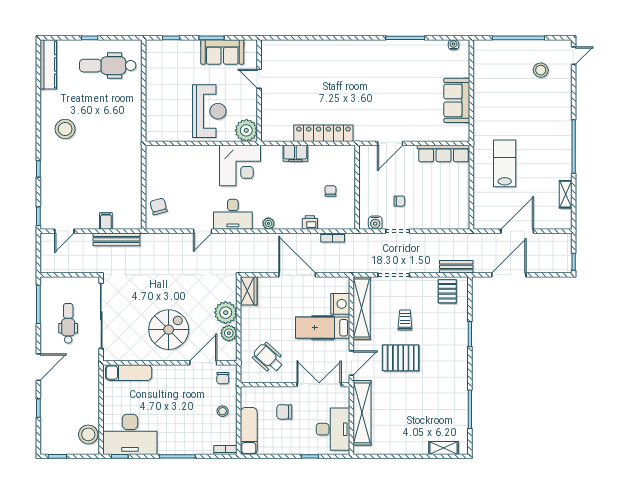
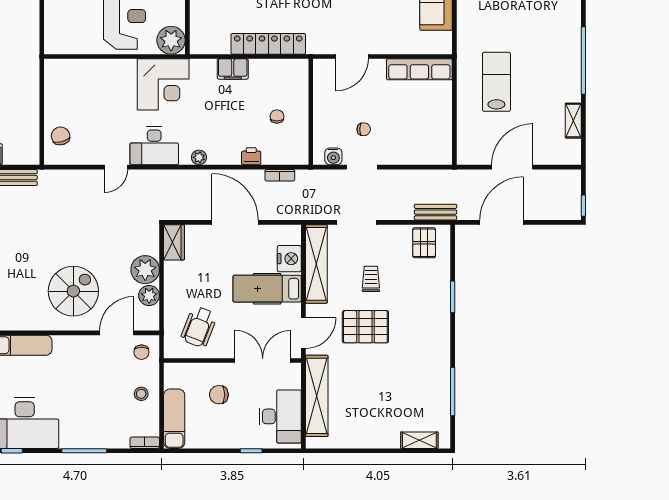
wheelchair: (268, 358) -> (199, 327), turned -111

